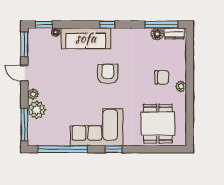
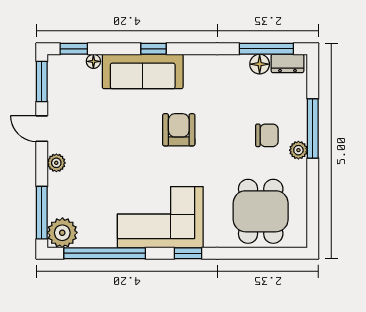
window: (107, 25) -> (154, 49), moved
window: (190, 73) -> (313, 128), added
plant: (37, 110) -> (62, 233), moved

